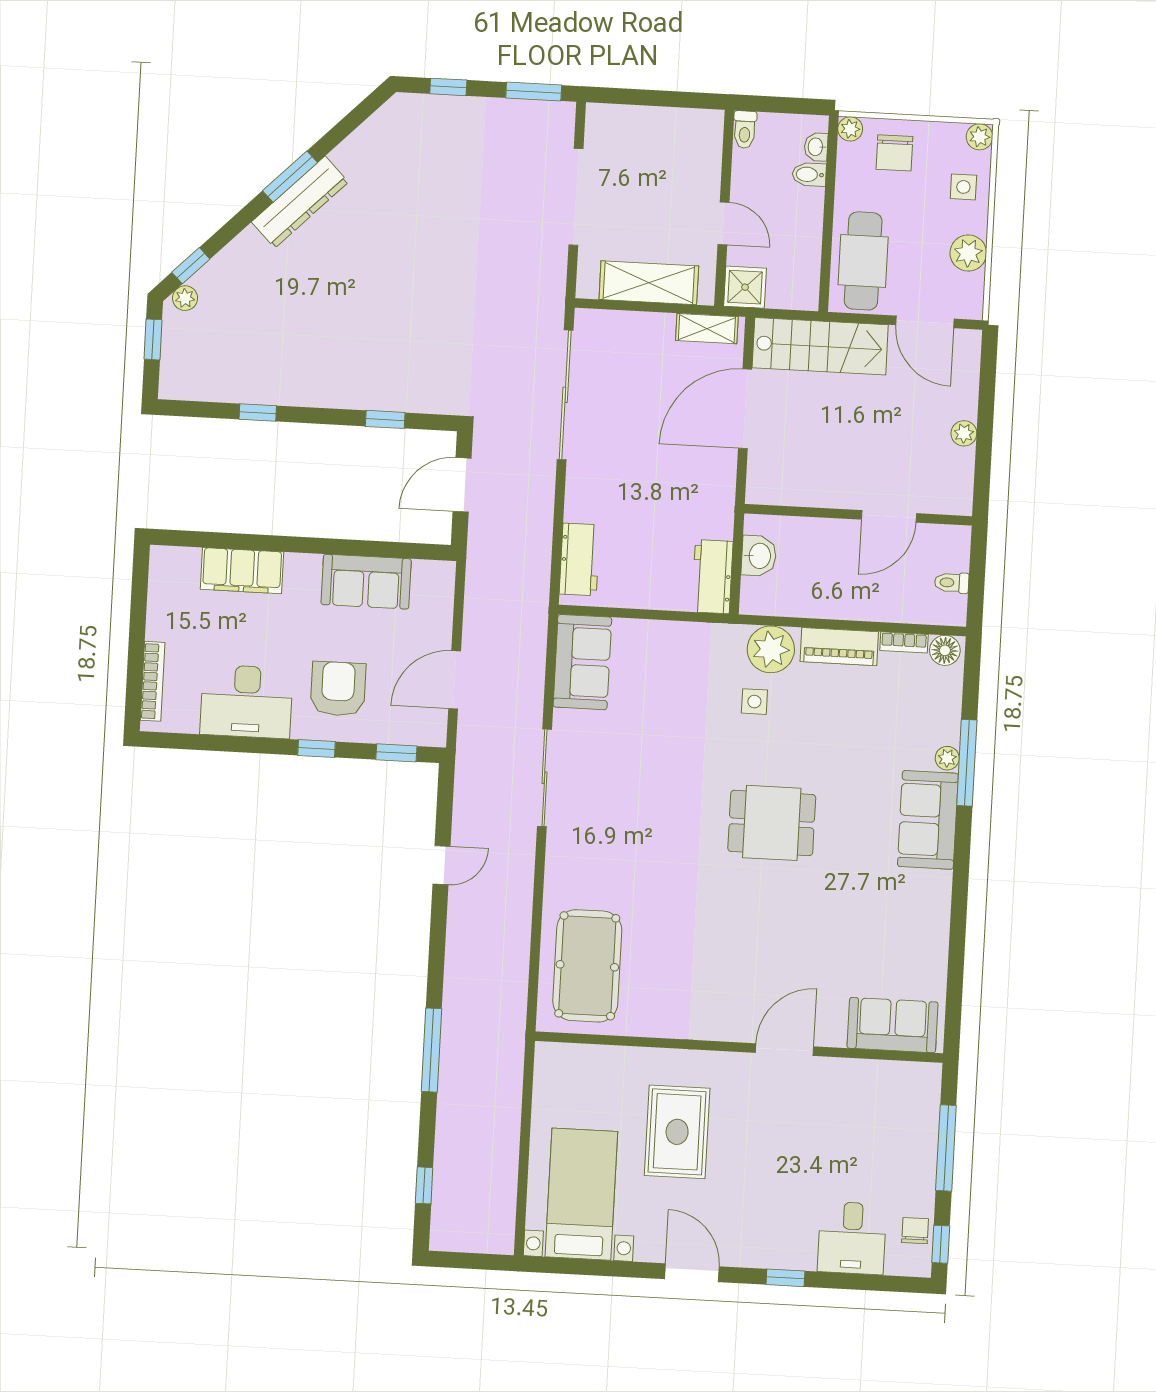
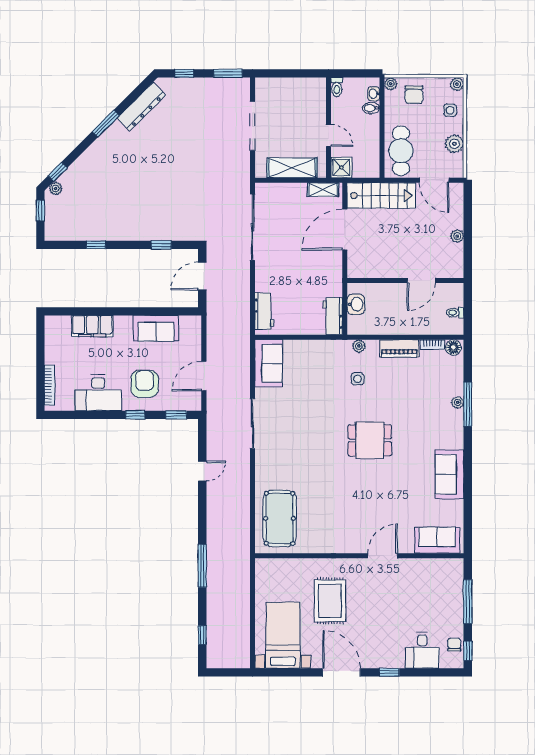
dresser: (300, 202) -> (141, 107), moved
plant: (771, 649) -> (359, 346), width x0.53, depth x0.53
sofa: (928, 820) -> (449, 474), moved
door: (692, 1273) -> (341, 672), width x1.36

